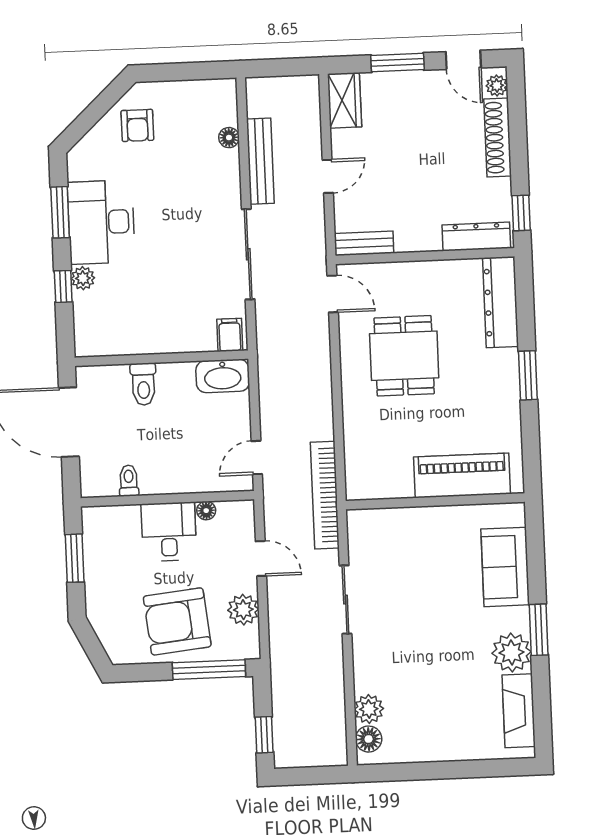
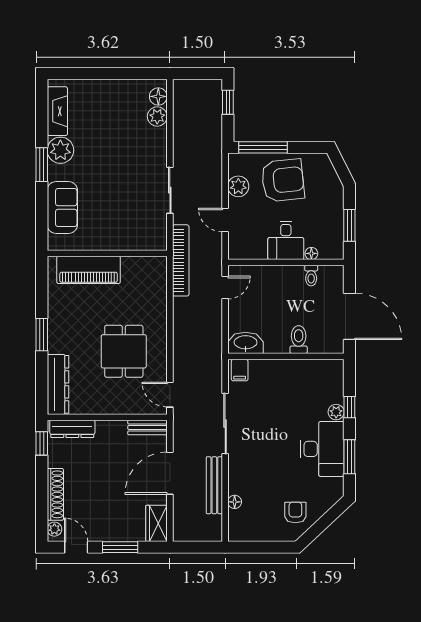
door: (328, 176) -> (170, 473), width x1.88
floor lamp: (206, 511) -> (311, 253), moved

